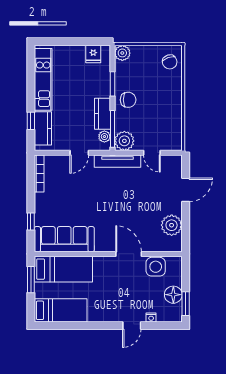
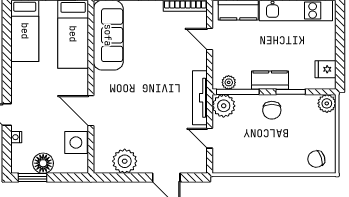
kitchen counter: (102, 114) -> (270, 80), moved
door: (79, 153) -> (210, 39), moved
door: (152, 153) -> (210, 138), hinge flipped
door: (129, 254) -> (91, 111), swing flipped

